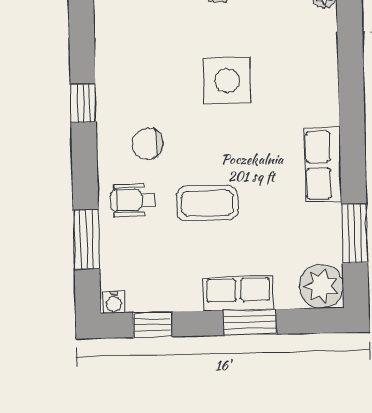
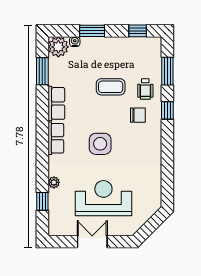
window: (83, 103) -> (167, 110), moved
wheelchair: (133, 200) -> (145, 89), turned 90
row of seats: (238, 294) -> (56, 138), moved, turned -90
water cooler: (114, 302) -> (75, 42), moved

